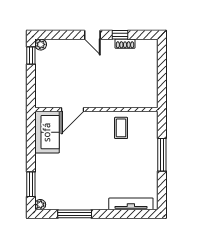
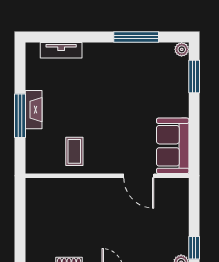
door: (73, 110) -> (139, 176), swing flipped
fireplace: (152, 159) -> (34, 110), added
tv unit: (131, 204) -> (61, 50), width x0.71

